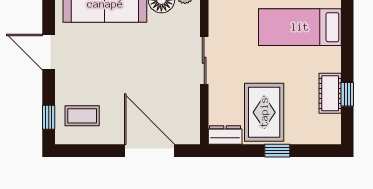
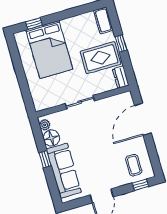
bed: (300, 27) -> (49, 50), width x1.50
cot: (330, 93) -> (103, 20), moved, turned 90
window: (347, 94) -> (34, 23), moved

